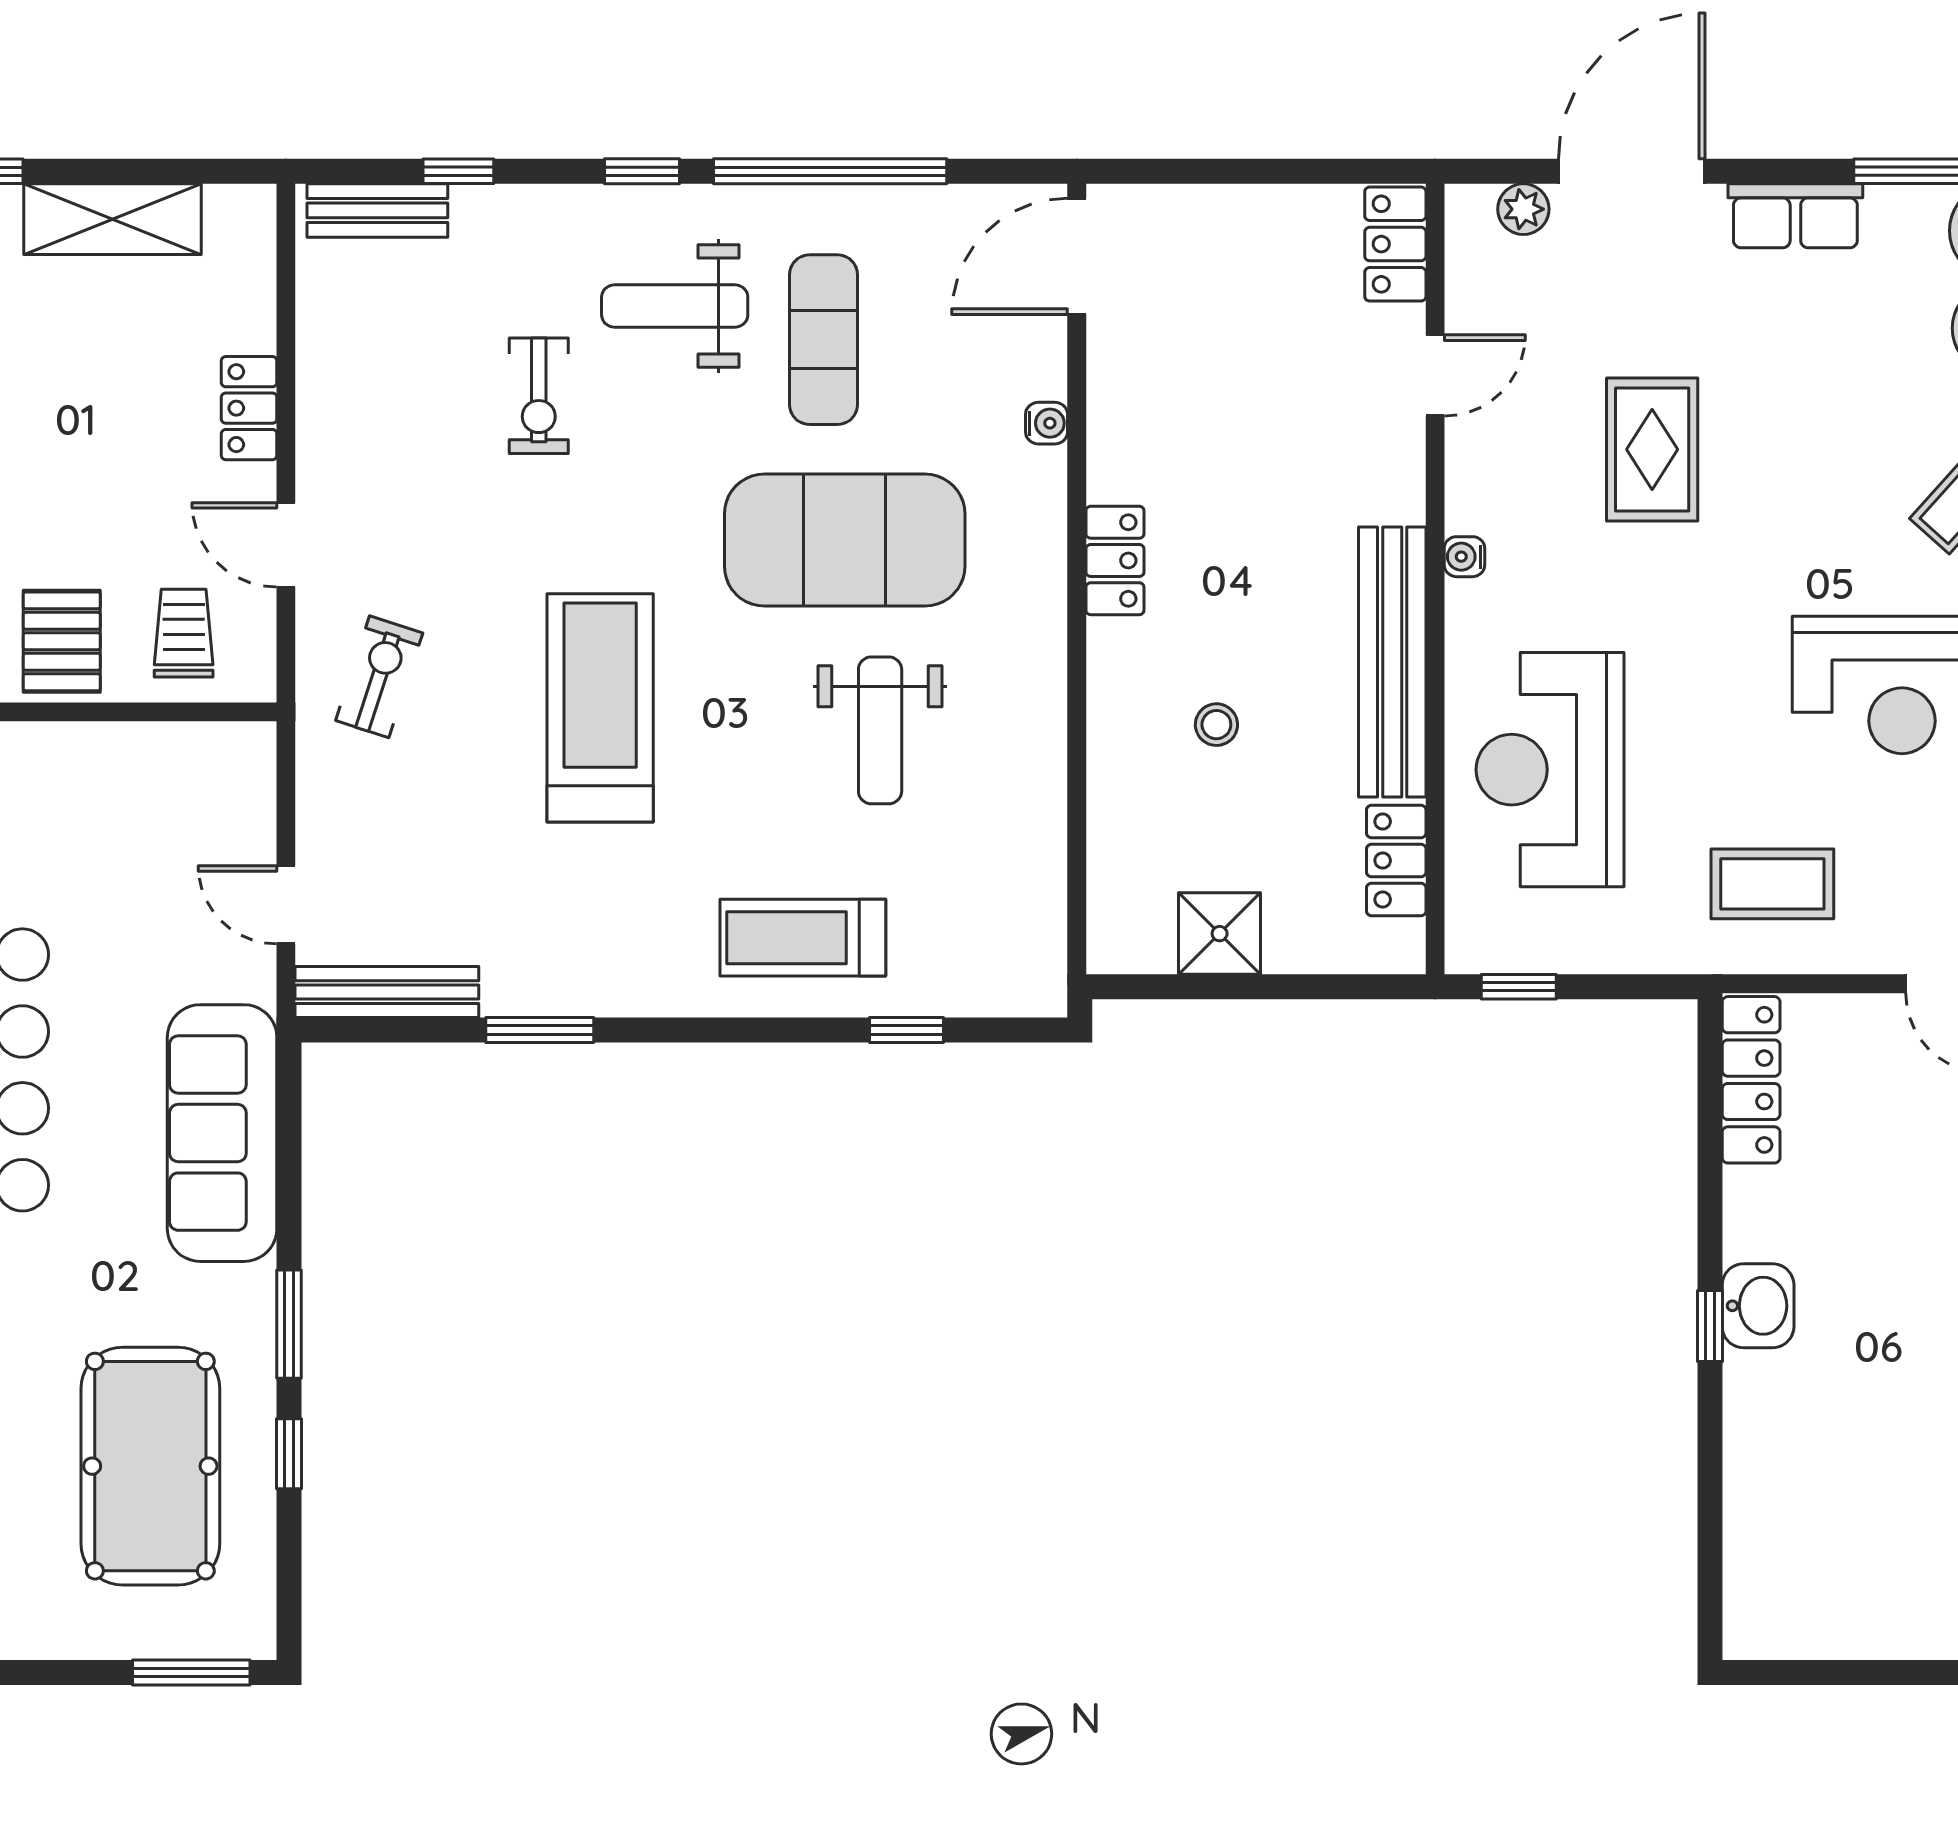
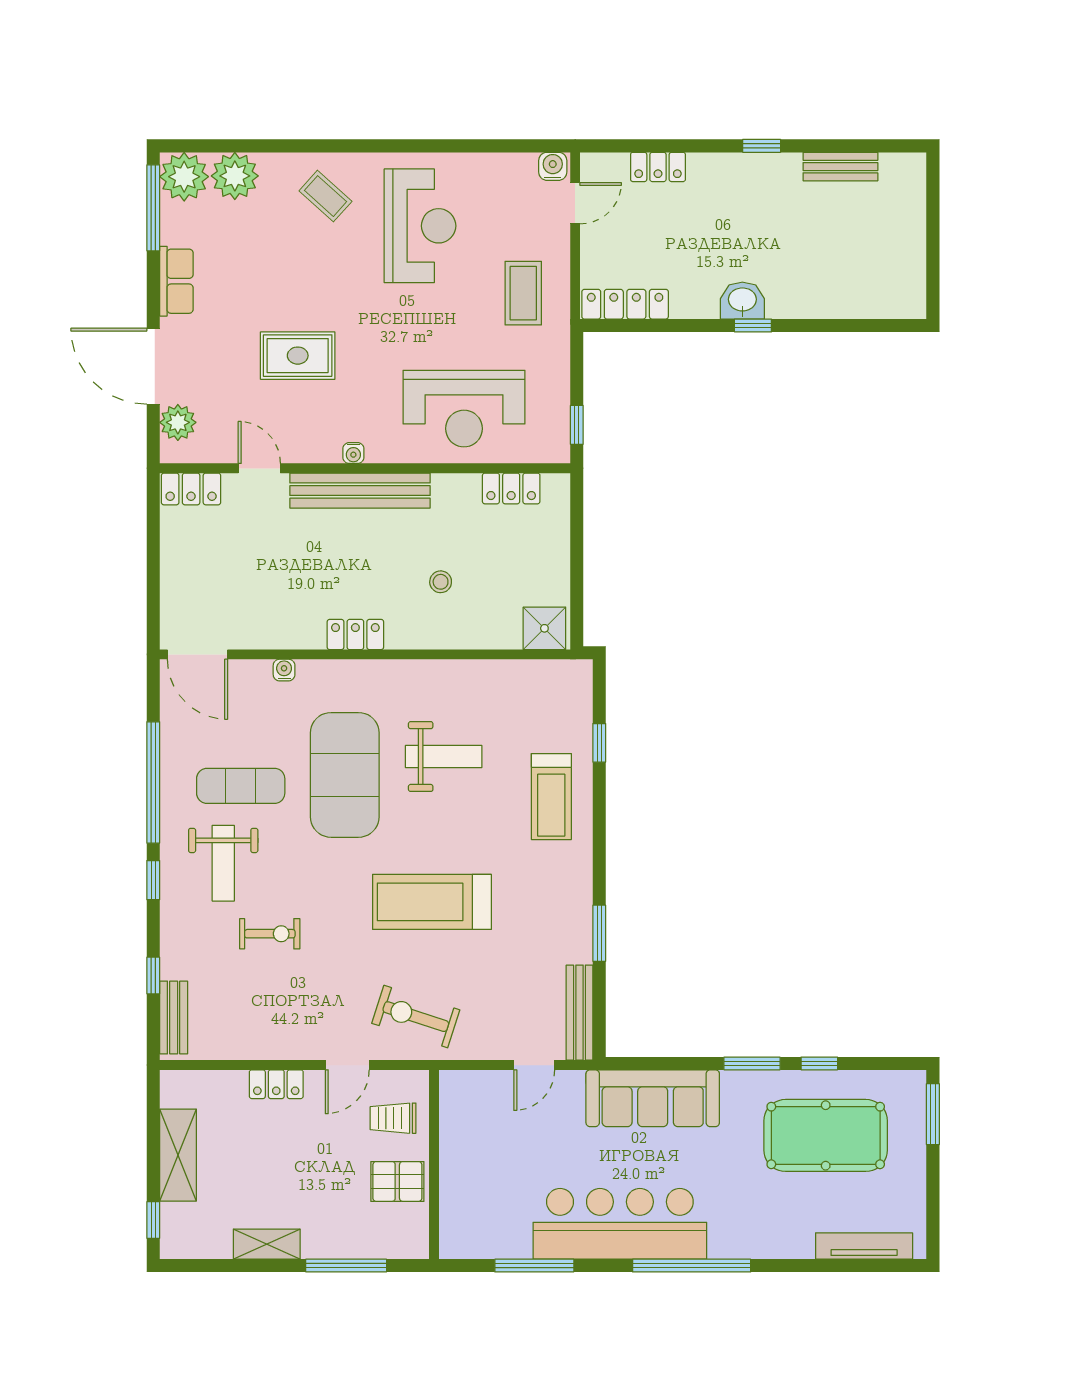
plant: (1523, 209) -> (178, 422), width x1.38, depth x1.38
bench: (1392, 662) -> (360, 491), moved
exercise bike: (379, 677) -> (416, 1017), width x1.38, depth x1.39
shower: (1220, 934) -> (544, 628), moved

